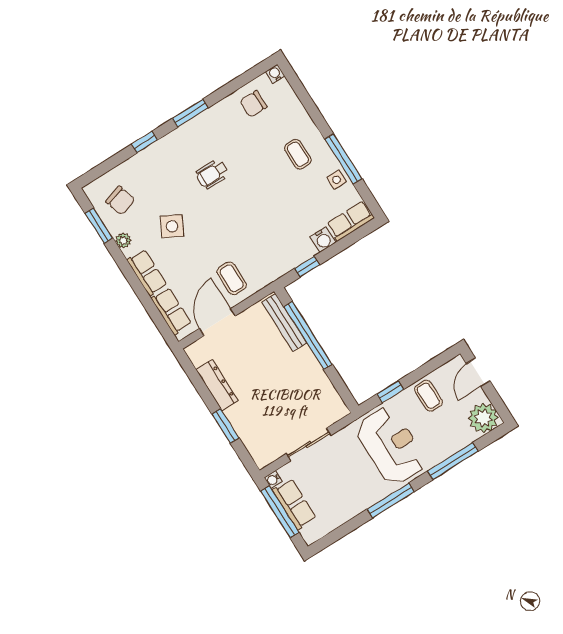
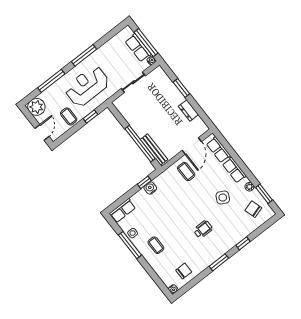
water cooler: (323, 240) -> (150, 188), moved
dresser: (217, 385) -> (188, 110), width x0.70
reception desk: (391, 446) -> (87, 86), turned 90

